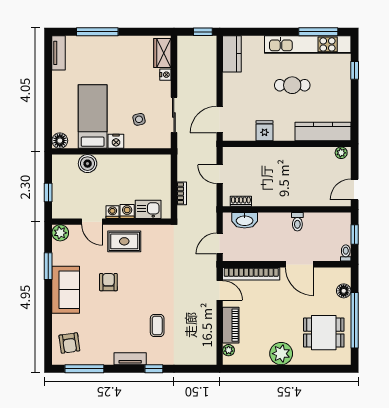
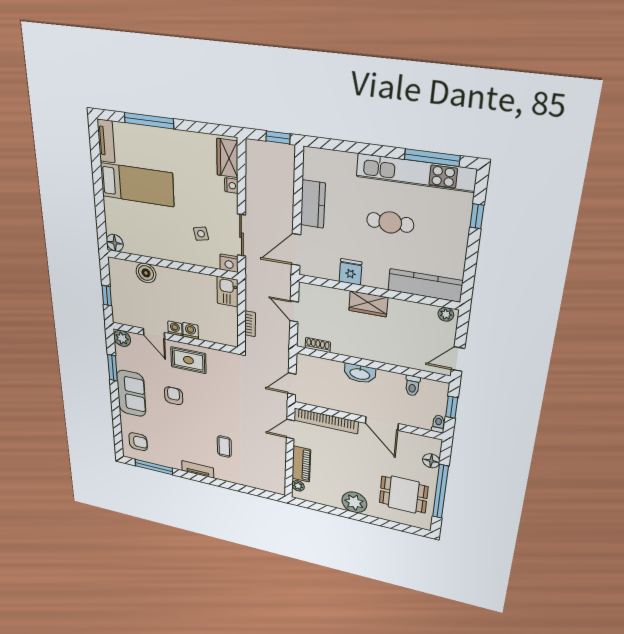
kitchen counter: (232, 54) -> (313, 204), moved
bed: (93, 116) -> (137, 185), moved, turned 90
nightstand: (116, 141) -> (229, 263), moved
wardrobe: (280, 156) -> (368, 304), added
kitchen sink: (148, 209) -> (228, 292), moved, turned -90
washbasin: (245, 220) -> (360, 374), moved
toilet: (297, 222) -> (412, 386), moved
door: (220, 290) -> (290, 429), swing flipped
armchair: (69, 343) -> (138, 442), turned -82
window: (154, 369) -> (221, 483), removed

